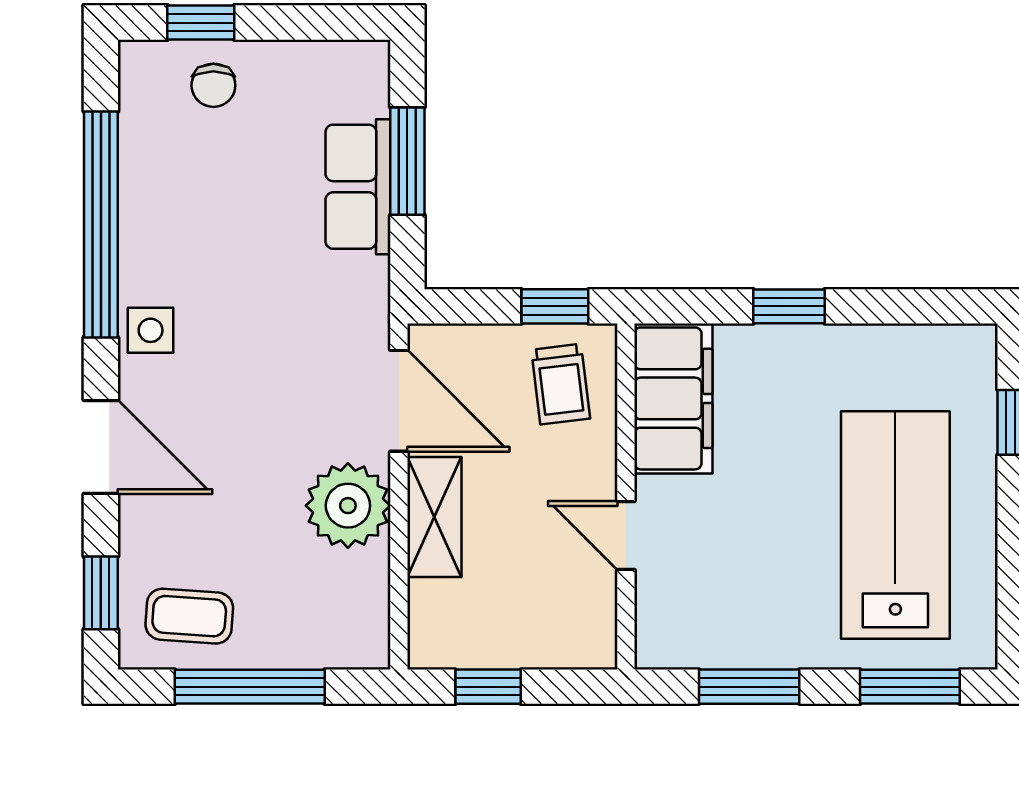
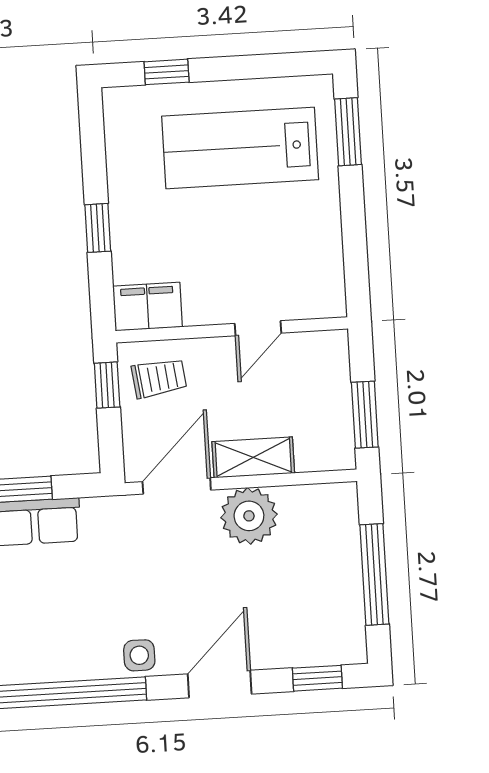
filing cabinet: (673, 398) -> (148, 307), width x0.67, depth x0.86
coffee table: (189, 616) -> (329, 618), removed
window: (488, 687) -> (365, 415), width x1.50
window: (749, 687) -> (354, 240), removed

